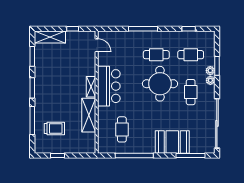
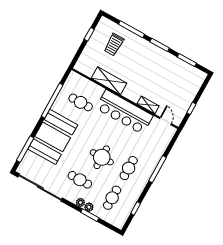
shelving: (50, 37) -> (195, 85), removed
door: (97, 45) -> (165, 121), swing flipped
round table: (160, 84) -> (102, 157), width x0.73, depth x0.73
bar counter: (109, 86) -> (124, 112), width x1.36
shelving: (91, 87) -> (148, 105), moved
booth: (172, 142) -> (53, 137), width x1.36, depth x1.42

